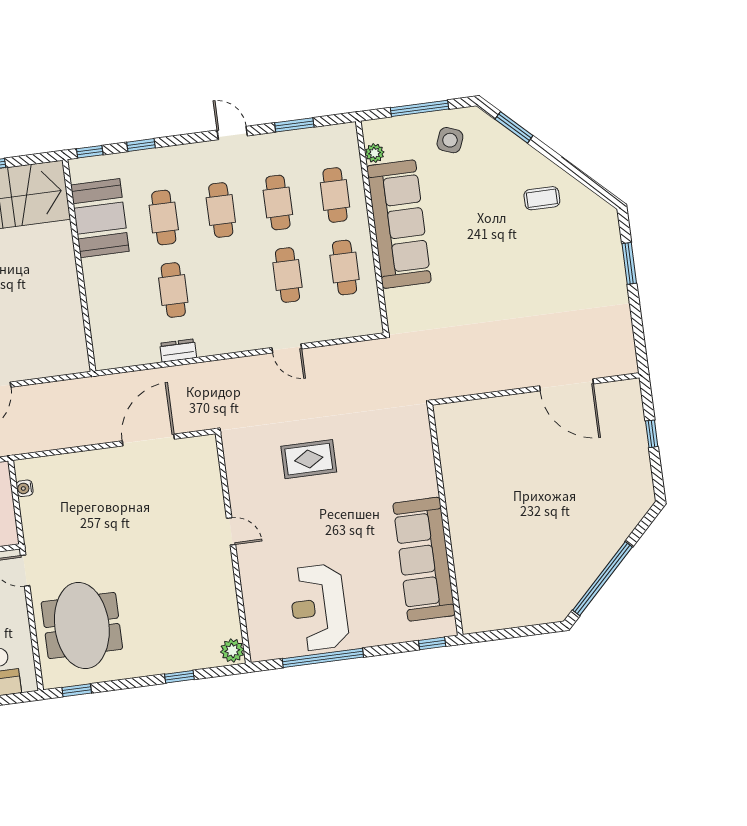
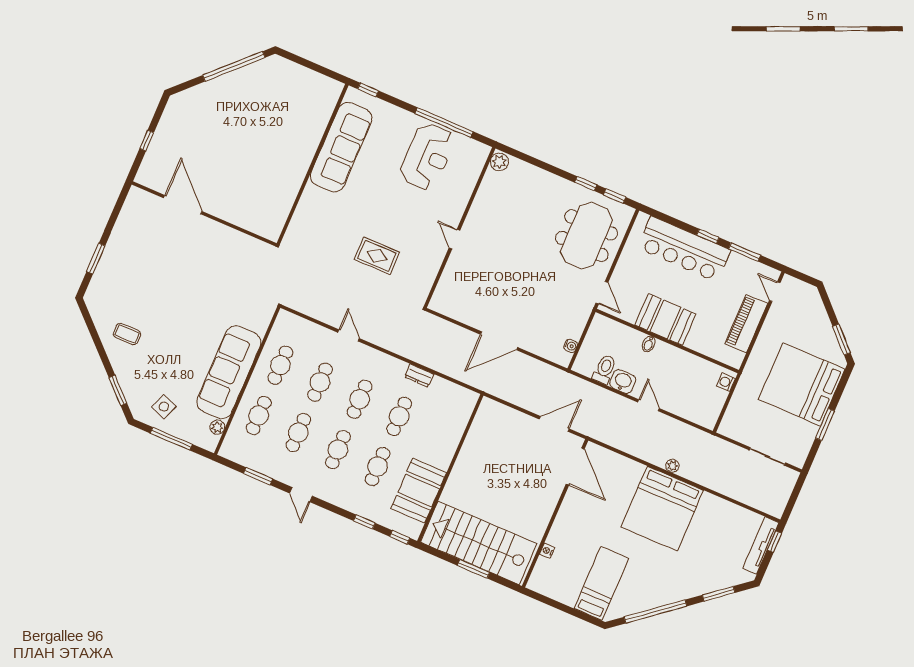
cafe table: (230, 283) -> (360, 399), added
door: (148, 440) -> (499, 341), moved
window: (179, 677) -> (586, 184), moved

